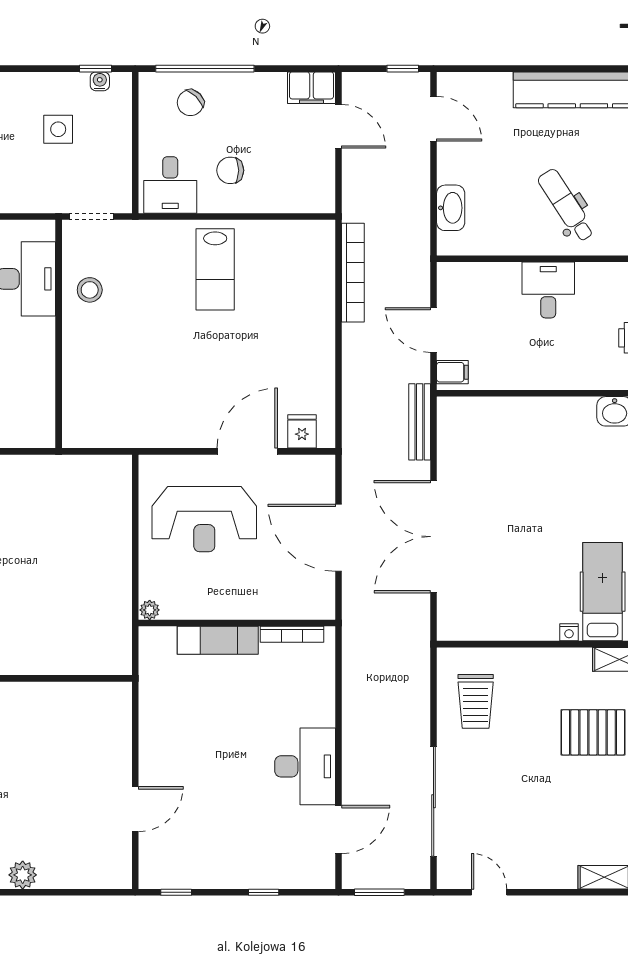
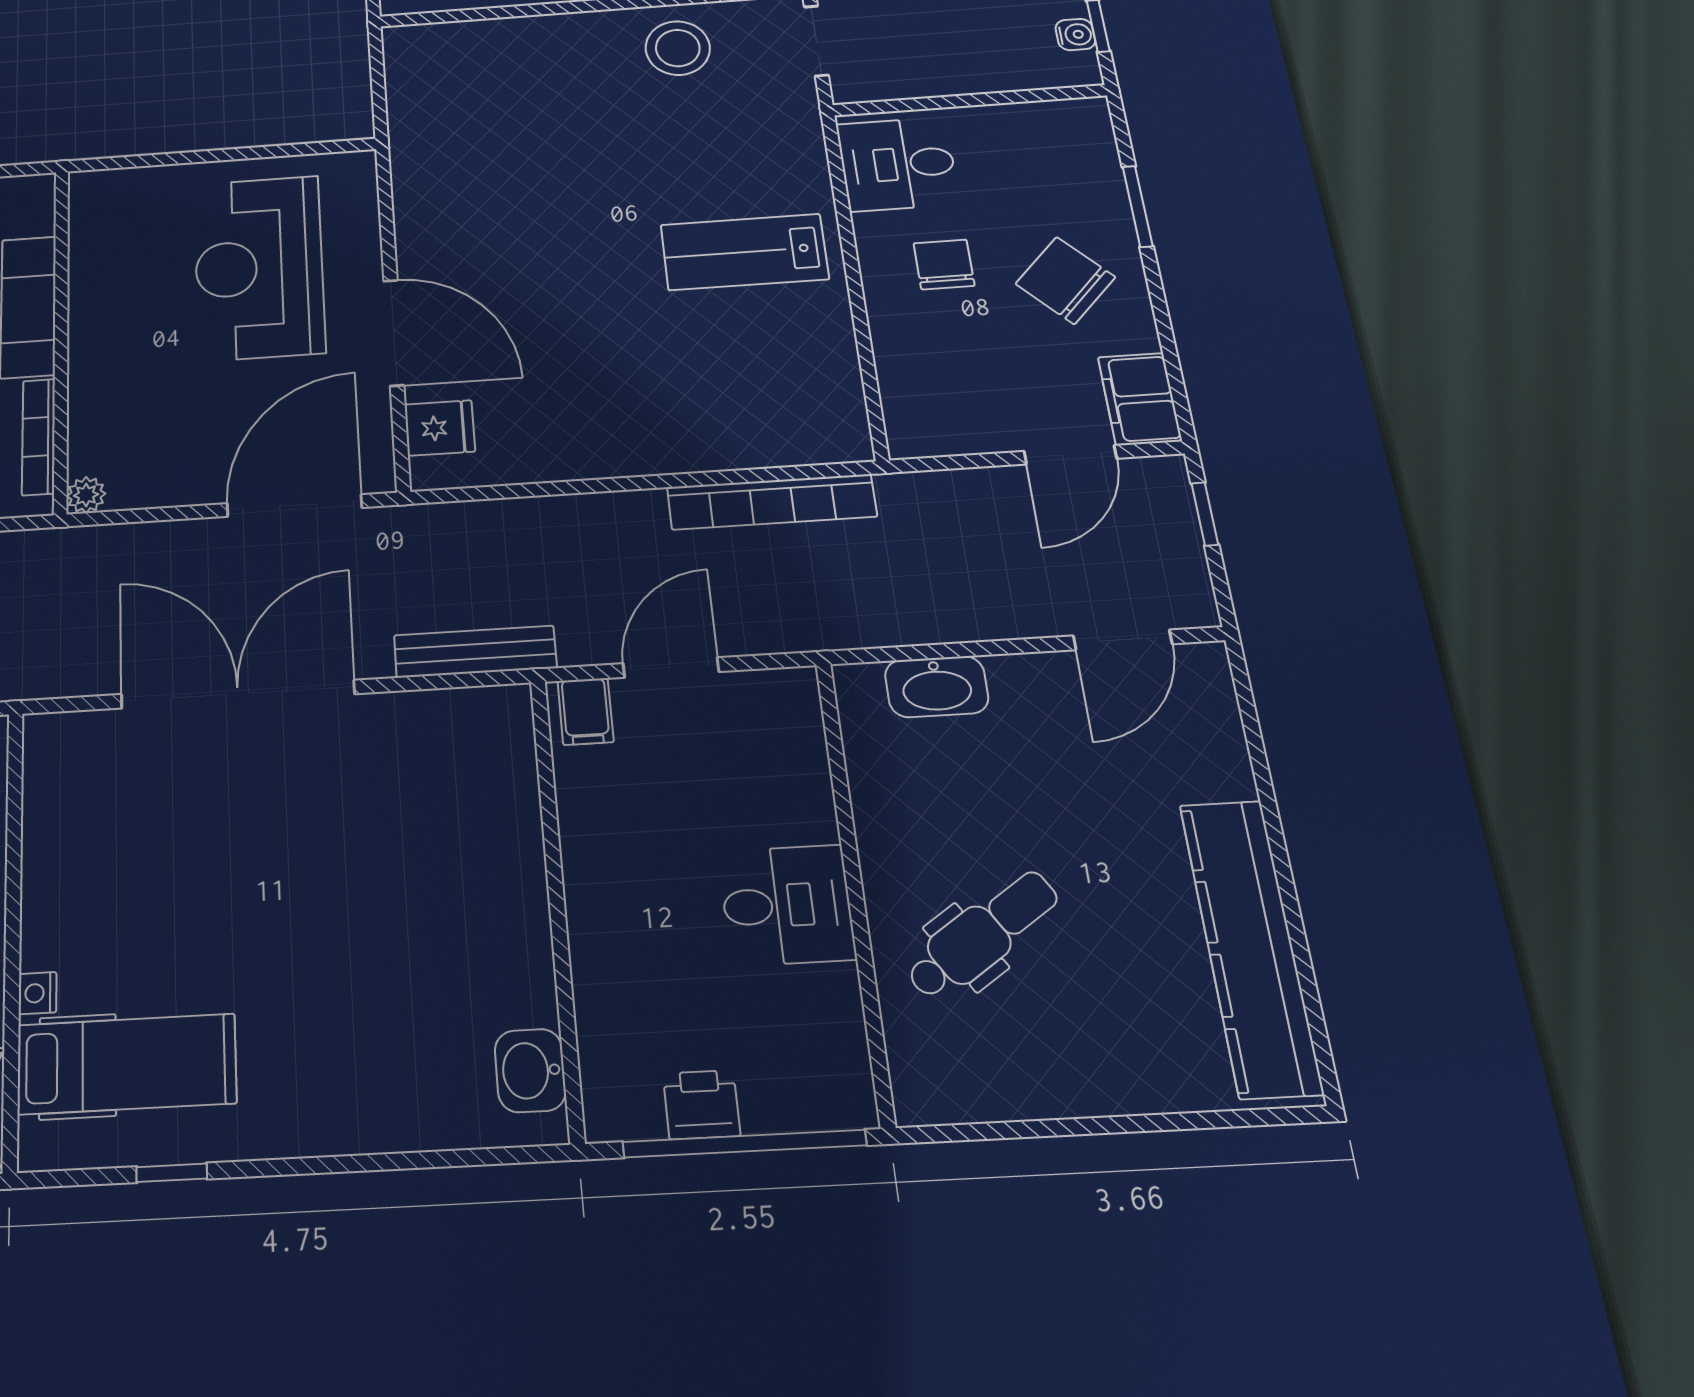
window: (205, 69) -> (1138, 206), width x0.47
window: (403, 69) -> (1205, 514), moved
chair: (190, 103) -> (1065, 280), moved, width x1.37, depth x1.37
stool: (90, 290) -> (678, 48), width x1.38, depth x1.38
door: (338, 538) -> (294, 506), moved
plant: (150, 610) -> (86, 495), moved

